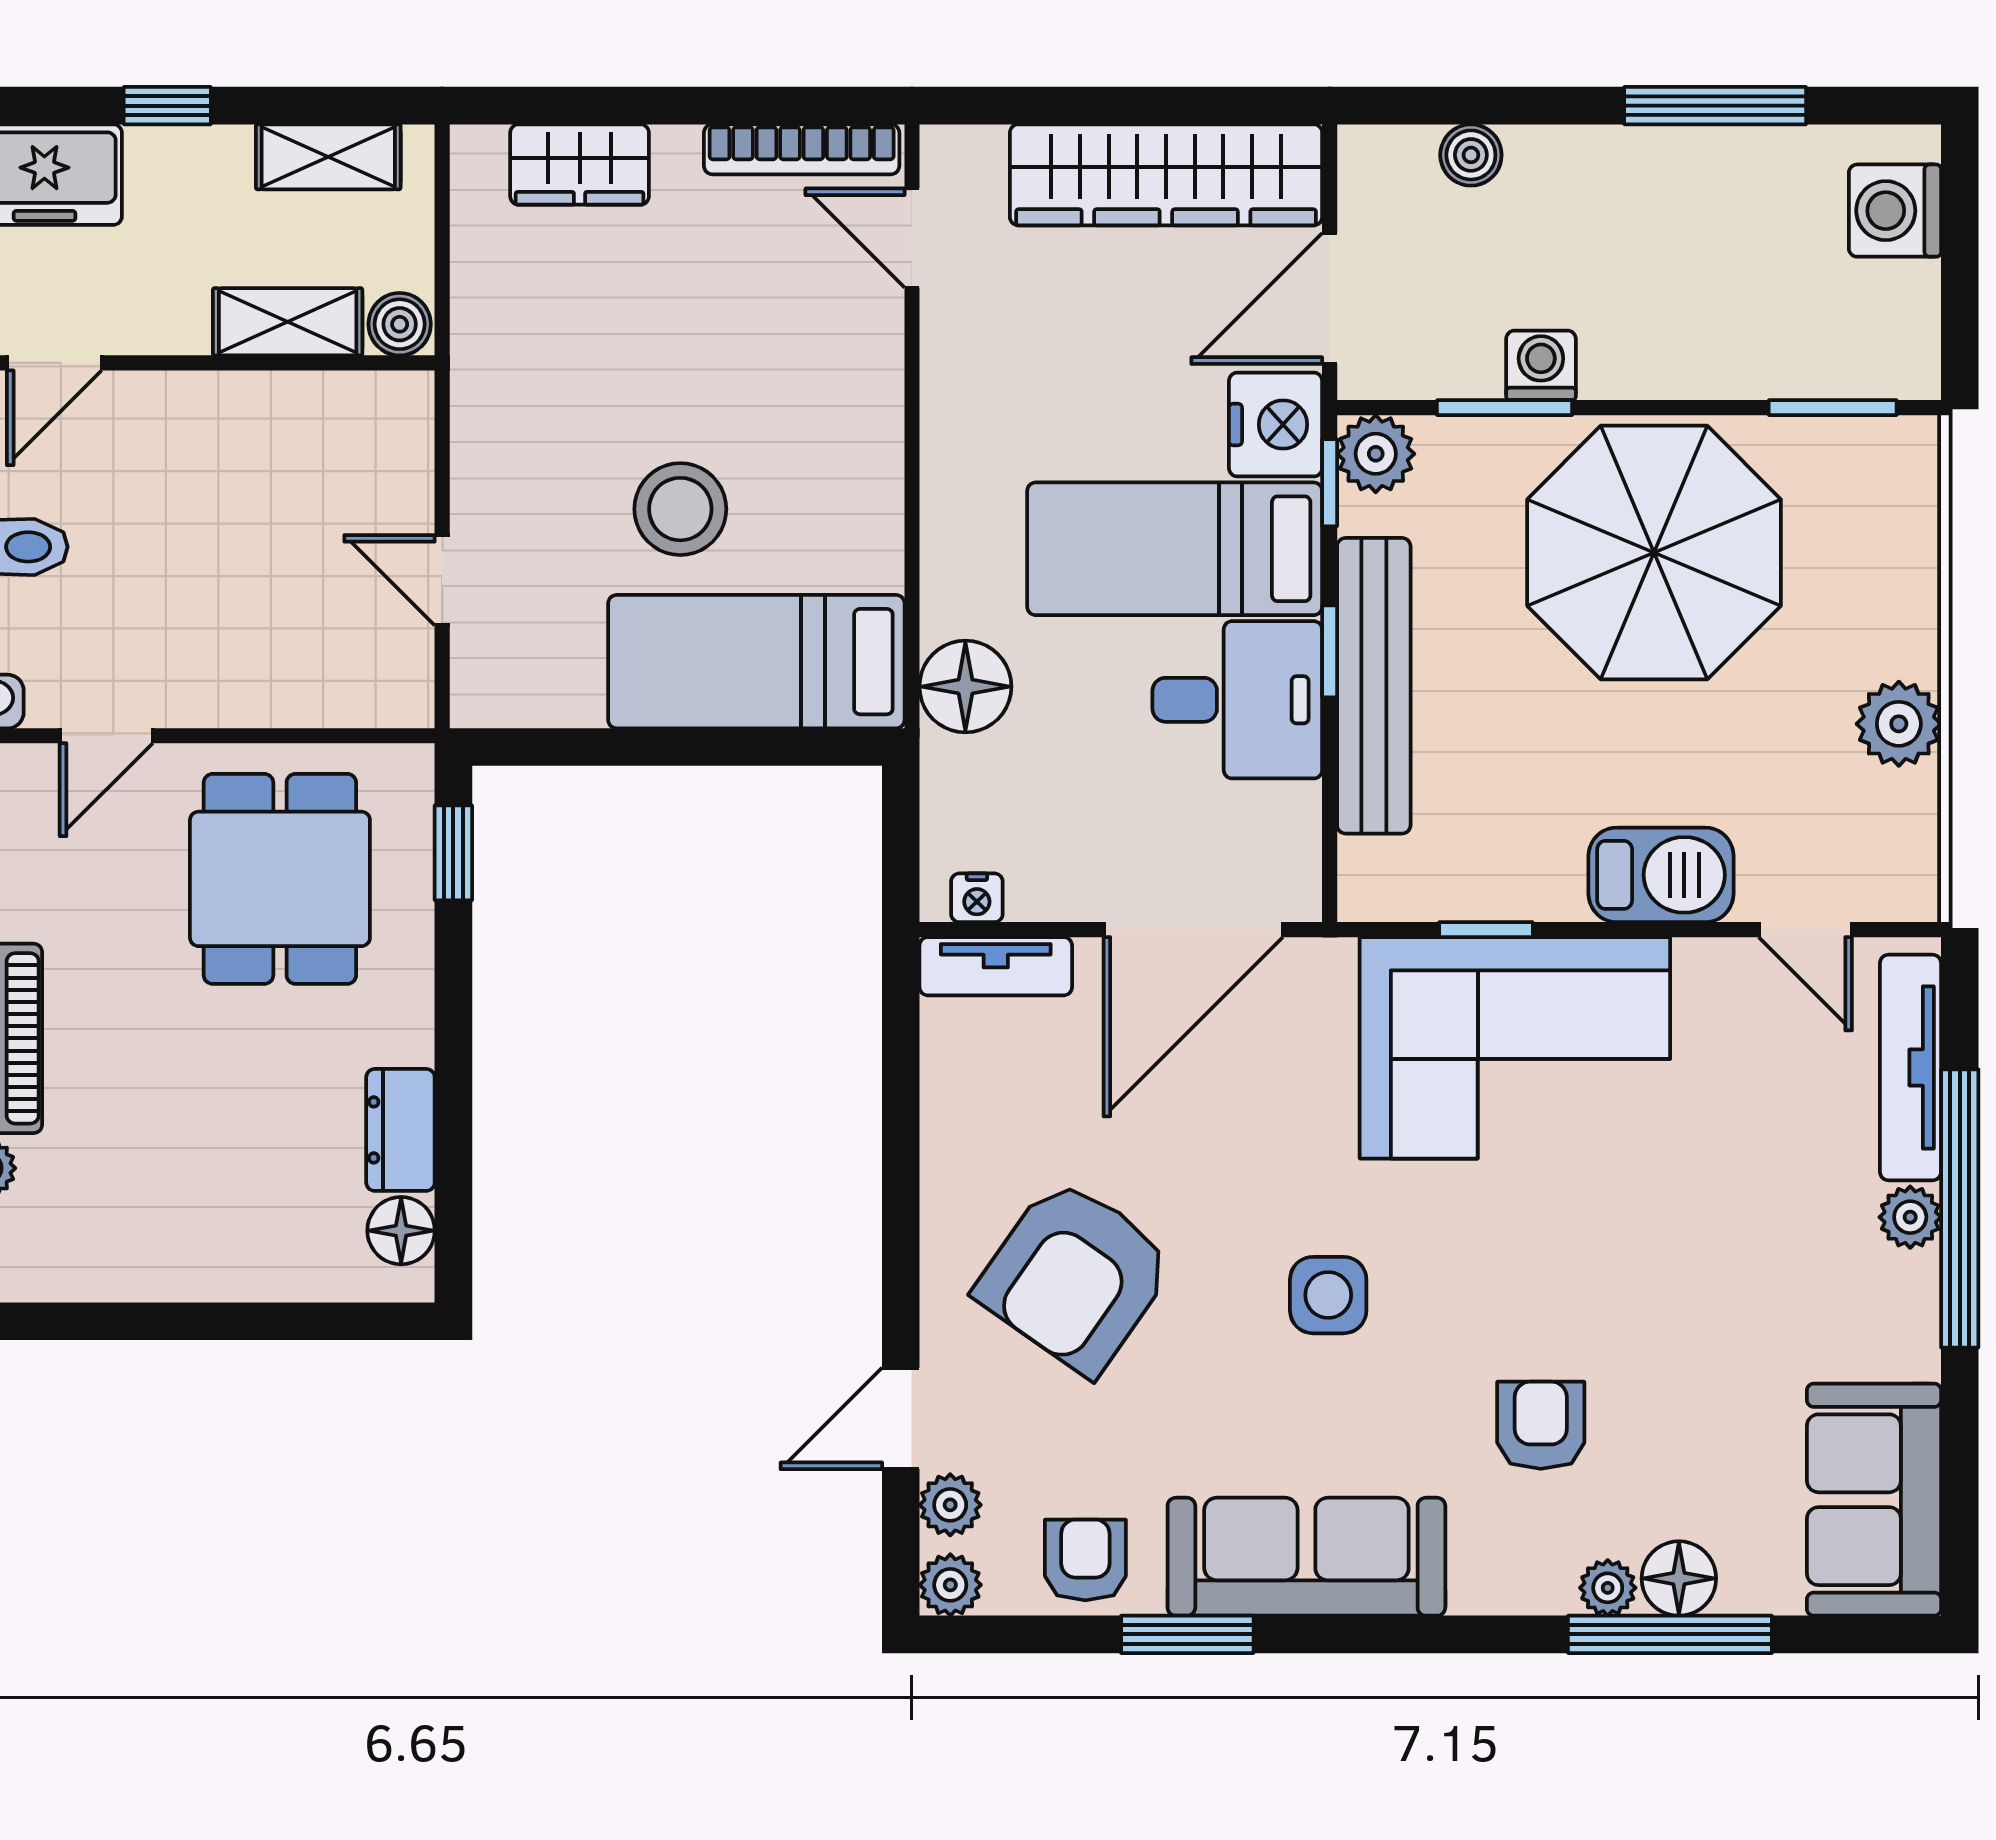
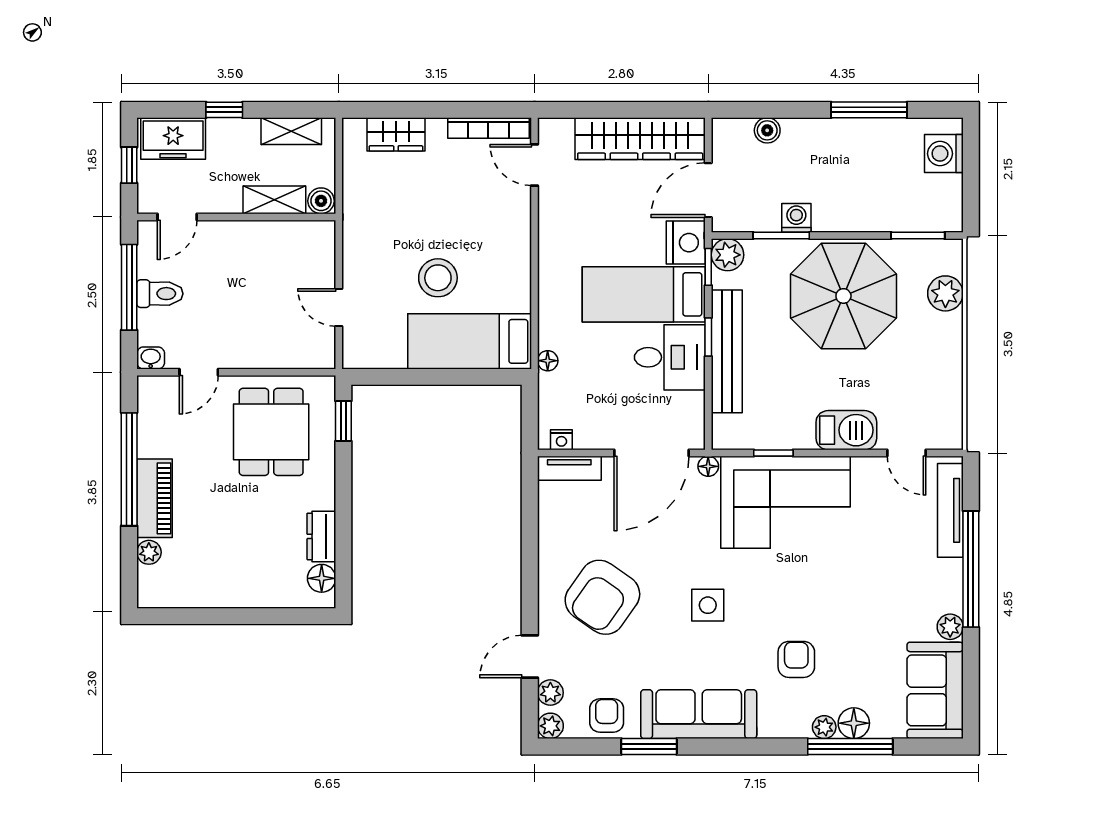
floor lamp: (965, 687) -> (548, 361), width x0.53, depth x0.53
plant: (1899, 724) -> (945, 293), moved
floor lamp: (1329, 962) -> (708, 466), added
plant: (1910, 1217) -> (950, 627), moved

